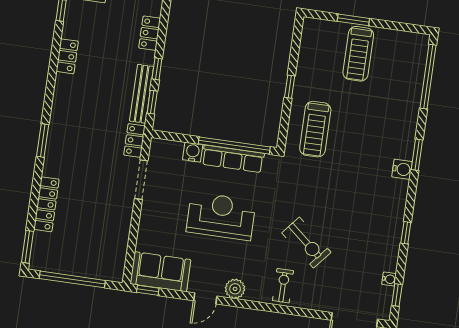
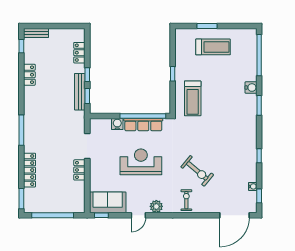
treadmill: (358, 54) -> (213, 47), turned -90
locker: (134, 140) -> (79, 170), moved
window: (43, 141) -> (21, 130), width x1.44
water cooler: (402, 169) -> (251, 88), moved

